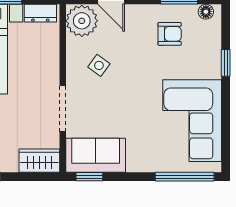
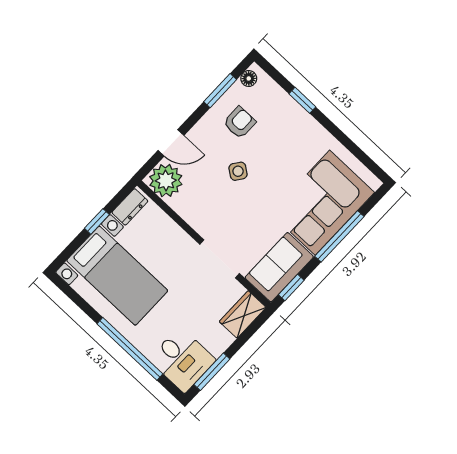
side table: (99, 65) -> (238, 171), moved
corner sofa: (192, 121) -> (322, 203), moved, turned 90
window: (185, 177) -> (339, 236), moved

